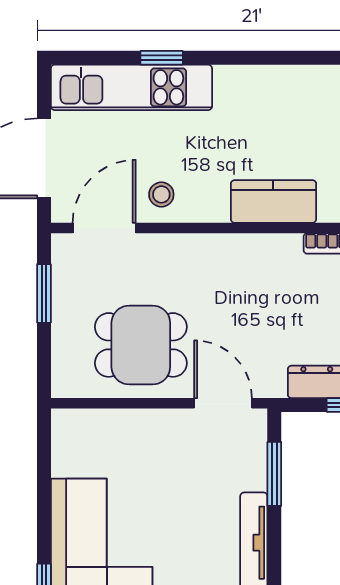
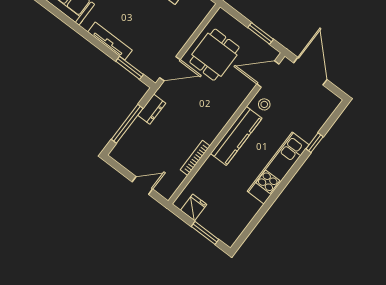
kitchen unit: (131, 87) -> (278, 168), moved
kitchen counter: (273, 201) -> (236, 136), width x1.50
door: (104, 228) -> (268, 74), swing flipped

